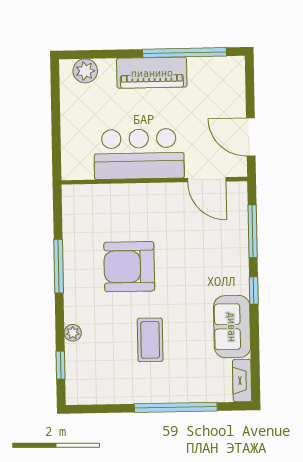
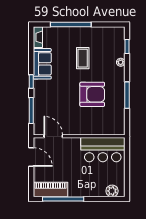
piano: (152, 73) -> (51, 189), moved
bar counter: (139, 154) -> (103, 150), moved

